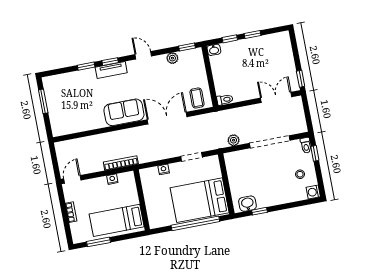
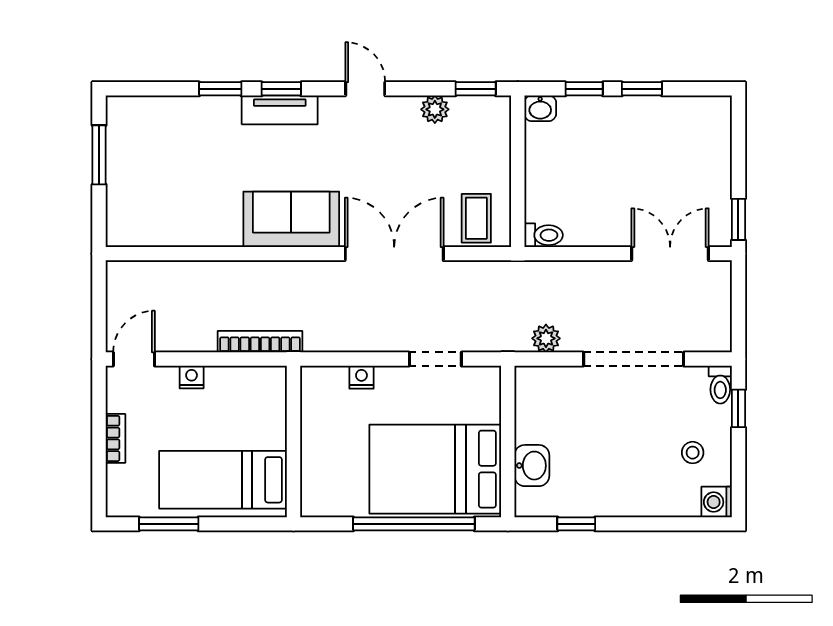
nightstand: (112, 179) -> (192, 377), moved
washbasin: (247, 204) -> (532, 466), moved, turned 90

